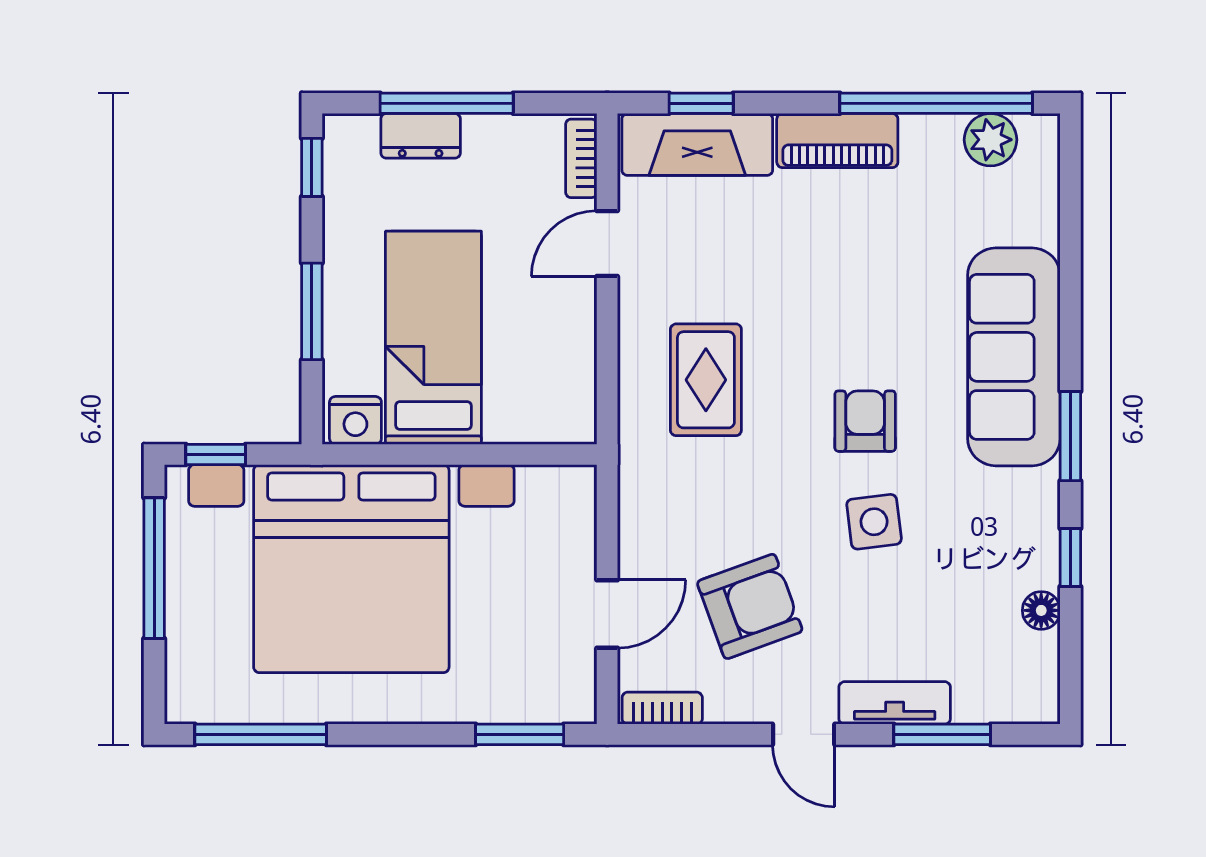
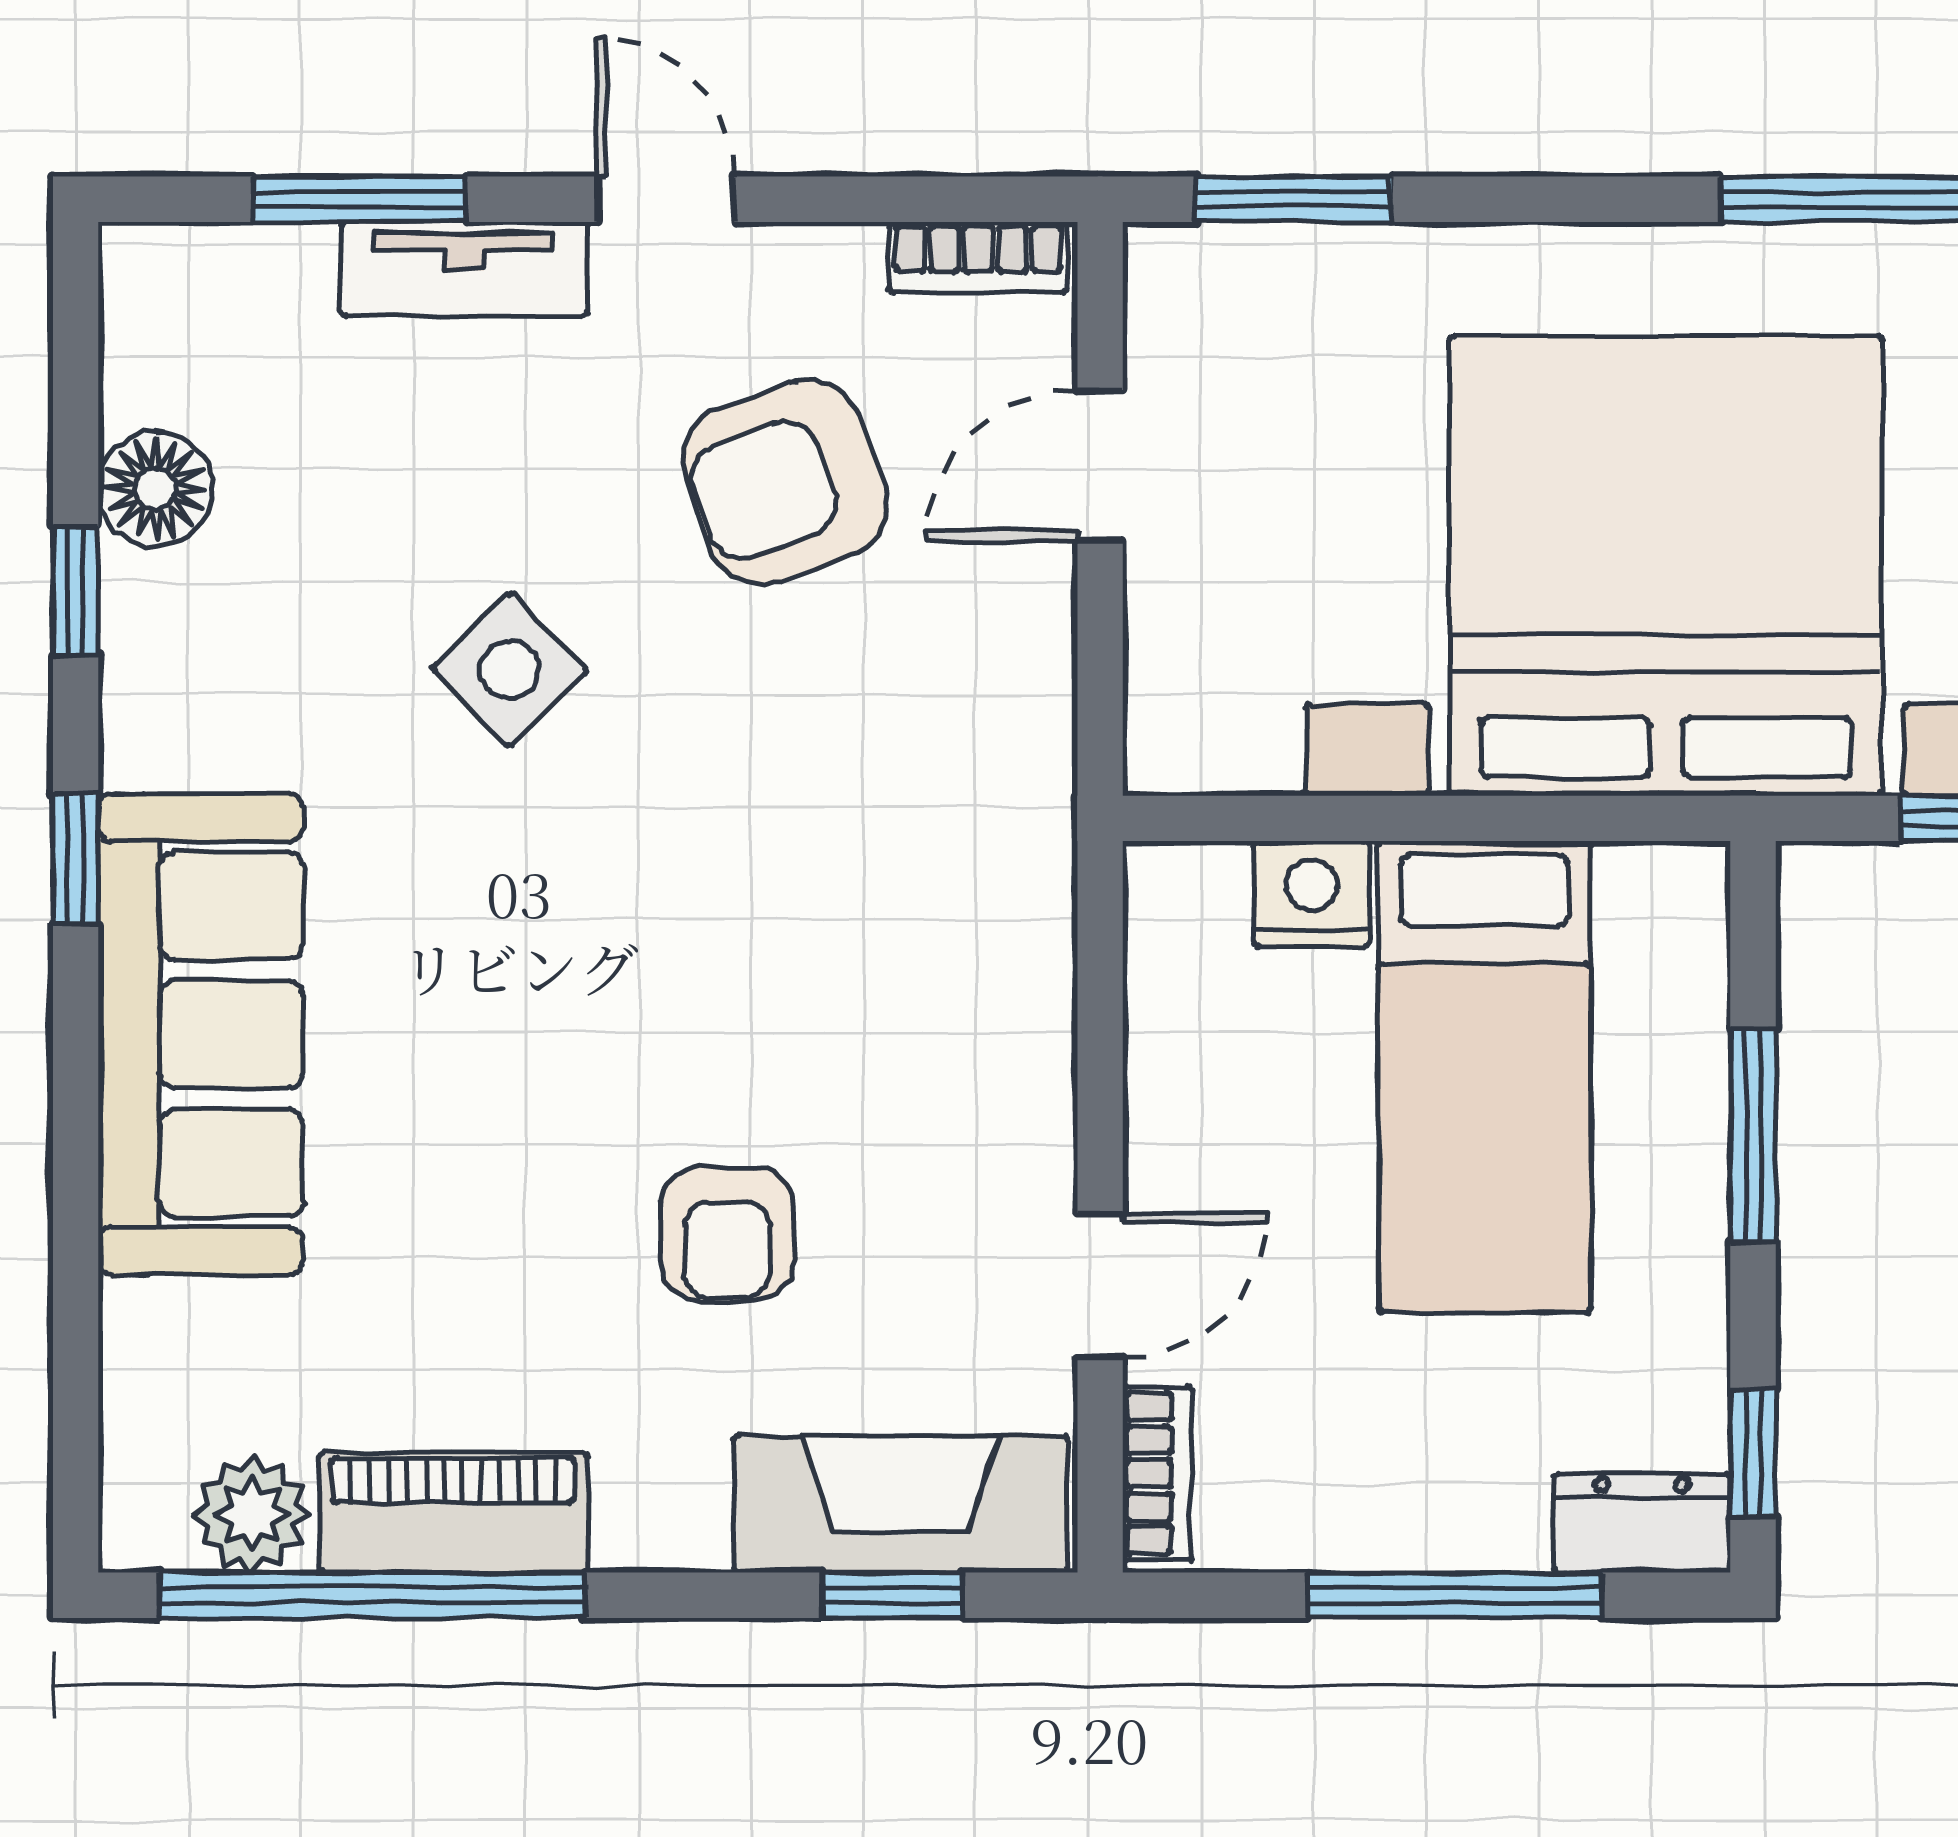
dresser: (421, 136) -> (1642, 1523), moved
piano: (837, 141) -> (453, 1513), moved
rug: (706, 380) -> (882, 984), removed
nightstand: (355, 420) -> (1312, 894), moved
armchair: (865, 421) -> (727, 1234), moved
window: (1070, 436) -> (76, 859), width x0.67
side table: (874, 522) -> (510, 670), turned -37
floor lamp: (1041, 610) -> (155, 489), width x1.37, depth x1.37

